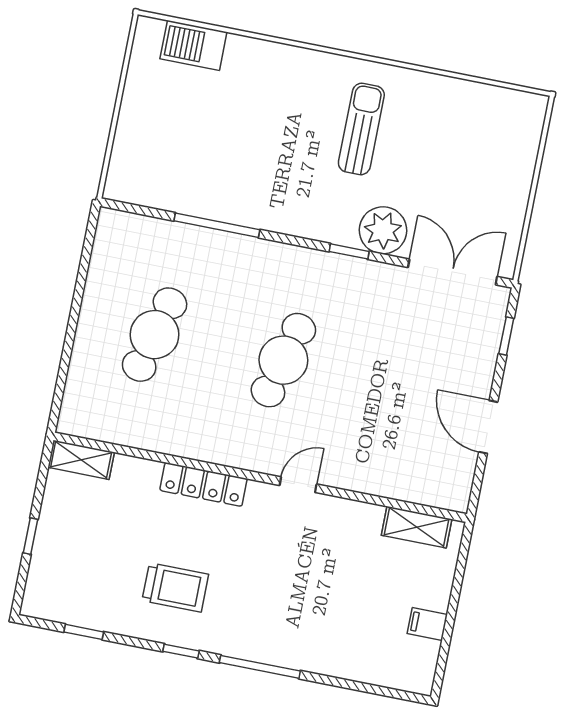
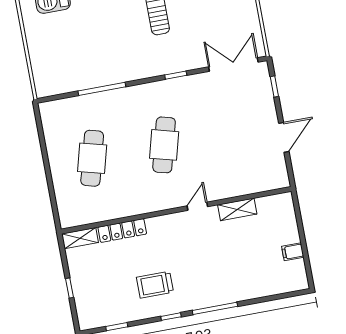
plant: (383, 230) -> (189, 57), removed
door: (488, 427) -> (284, 137), swing flipped
locker: (203, 484) -> (122, 231), moved
shelving: (417, 527) -> (237, 209), moved
trolley: (175, 587) -> (155, 285), turned 180

